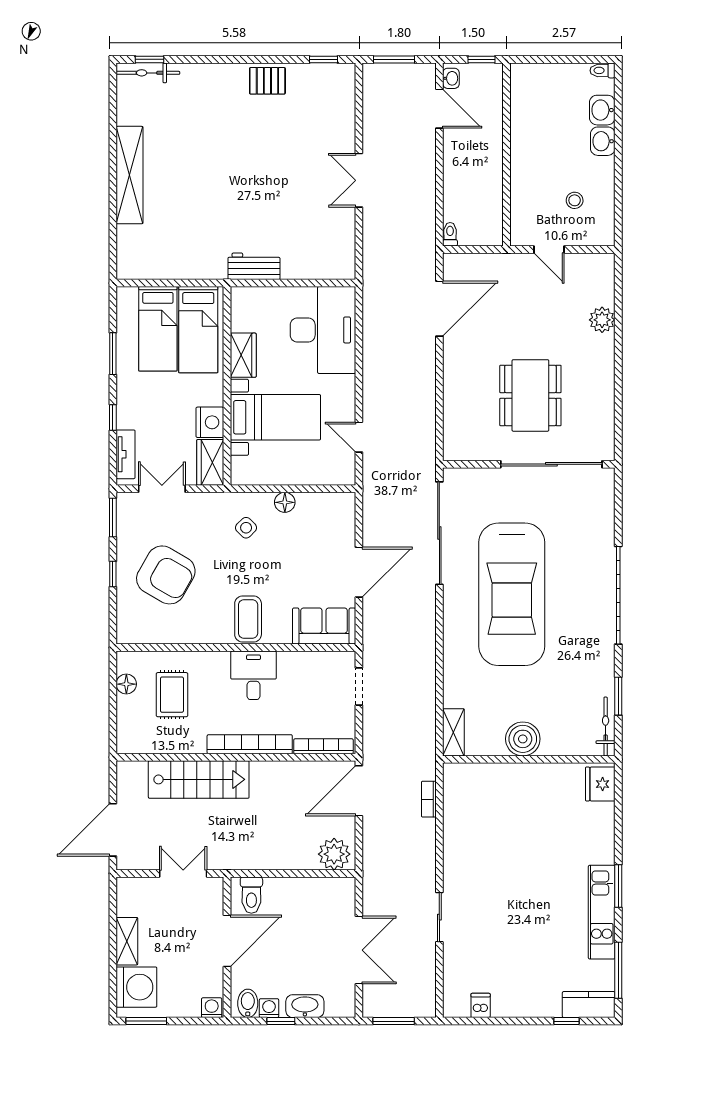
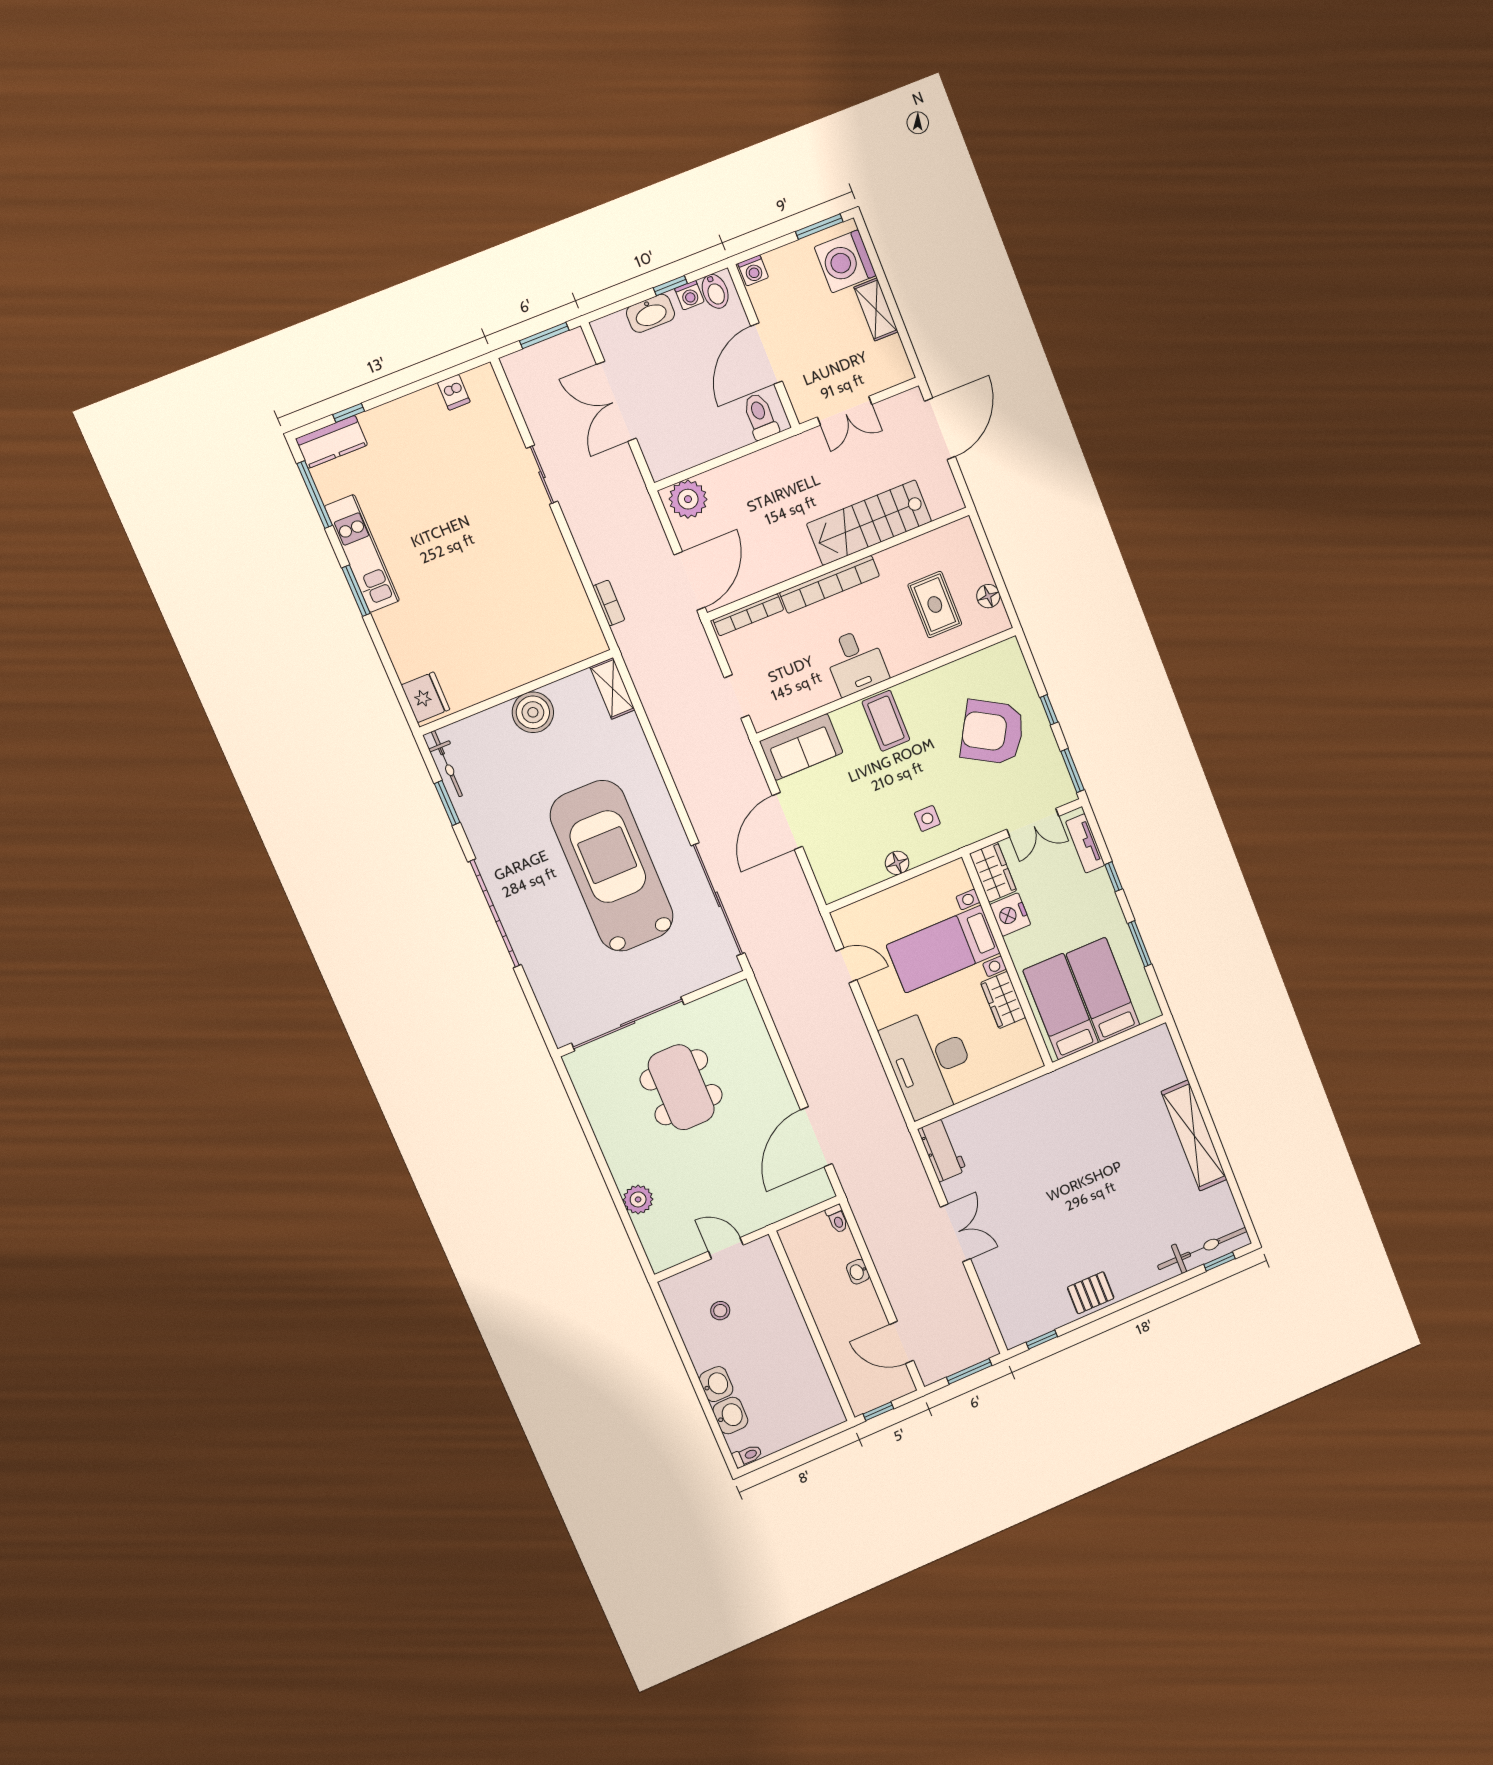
bicycle: (148, 73) -> (1202, 1248), width x1.37, depth x1.40
washbasin: (451, 78) -> (858, 1272), moved
workbench: (254, 266) -> (942, 1150), moved, turned -90
side table: (246, 528) -> (927, 818), turned 45

